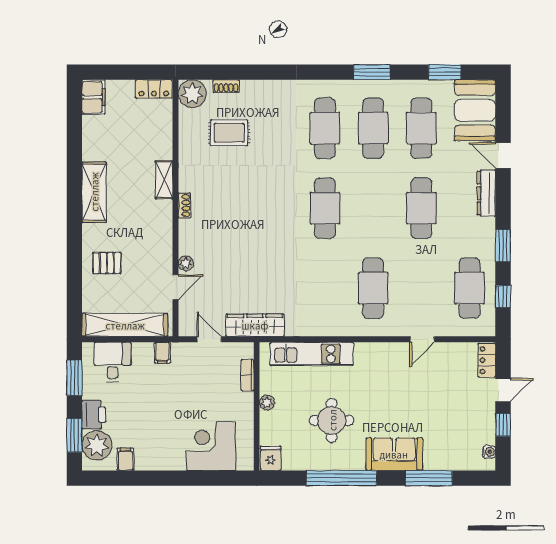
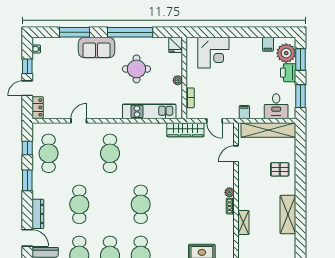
plant: (186, 263) -> (229, 192), moved

